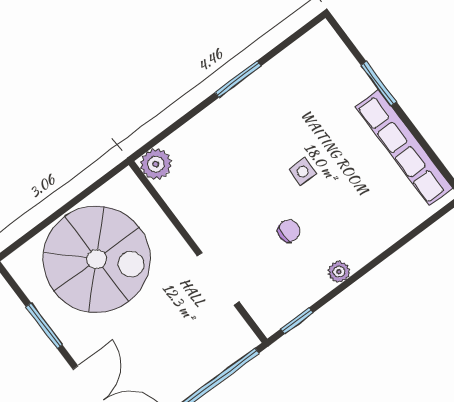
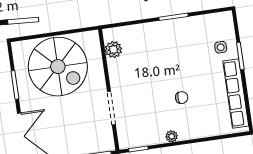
plant: (156, 164) -> (113, 50), moved
side table: (303, 172) -> (221, 47), moved
chair: (289, 231) -> (182, 98), moved

